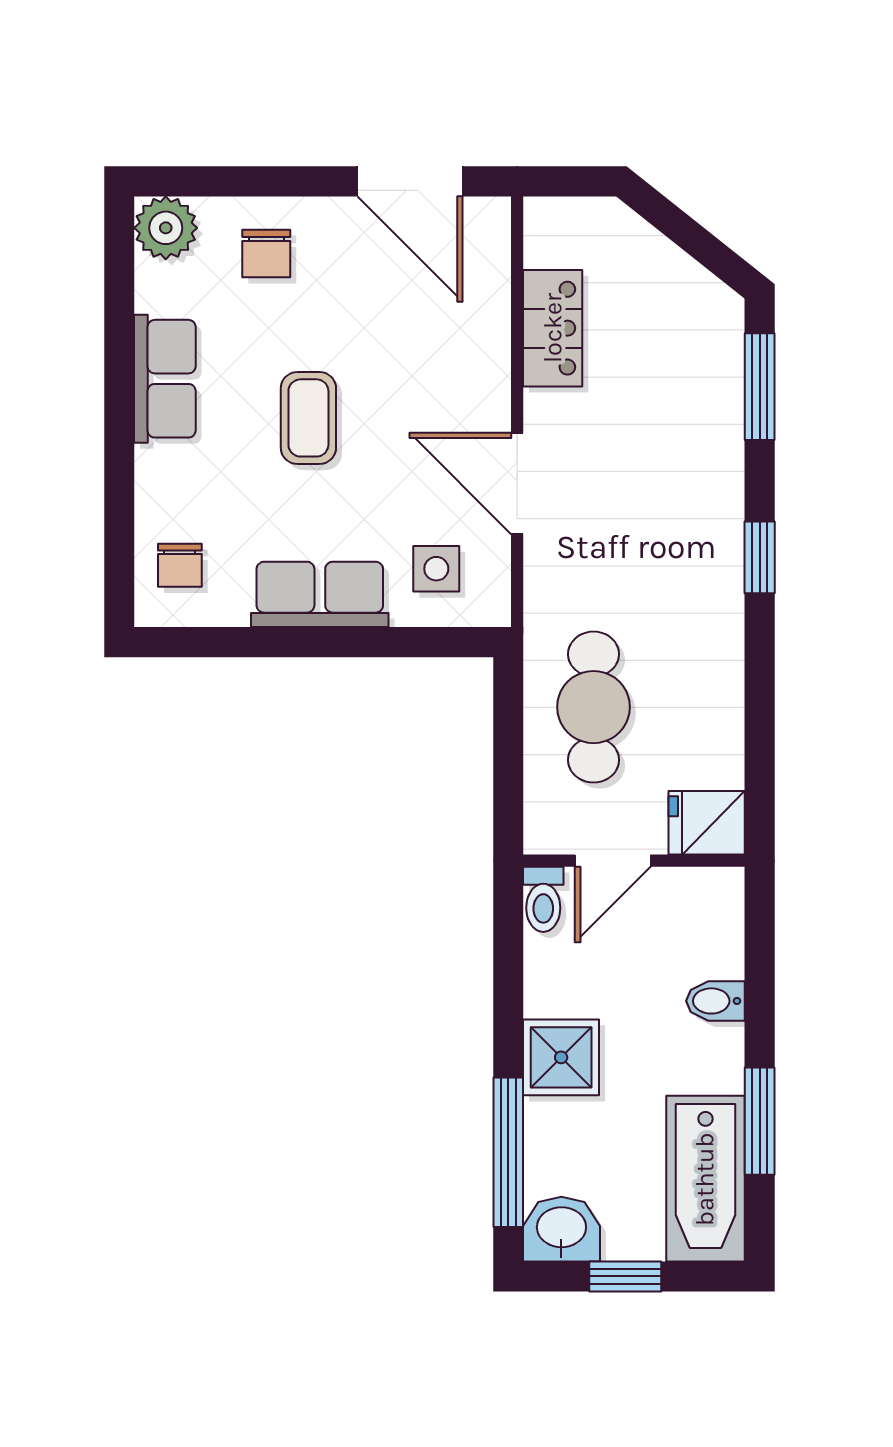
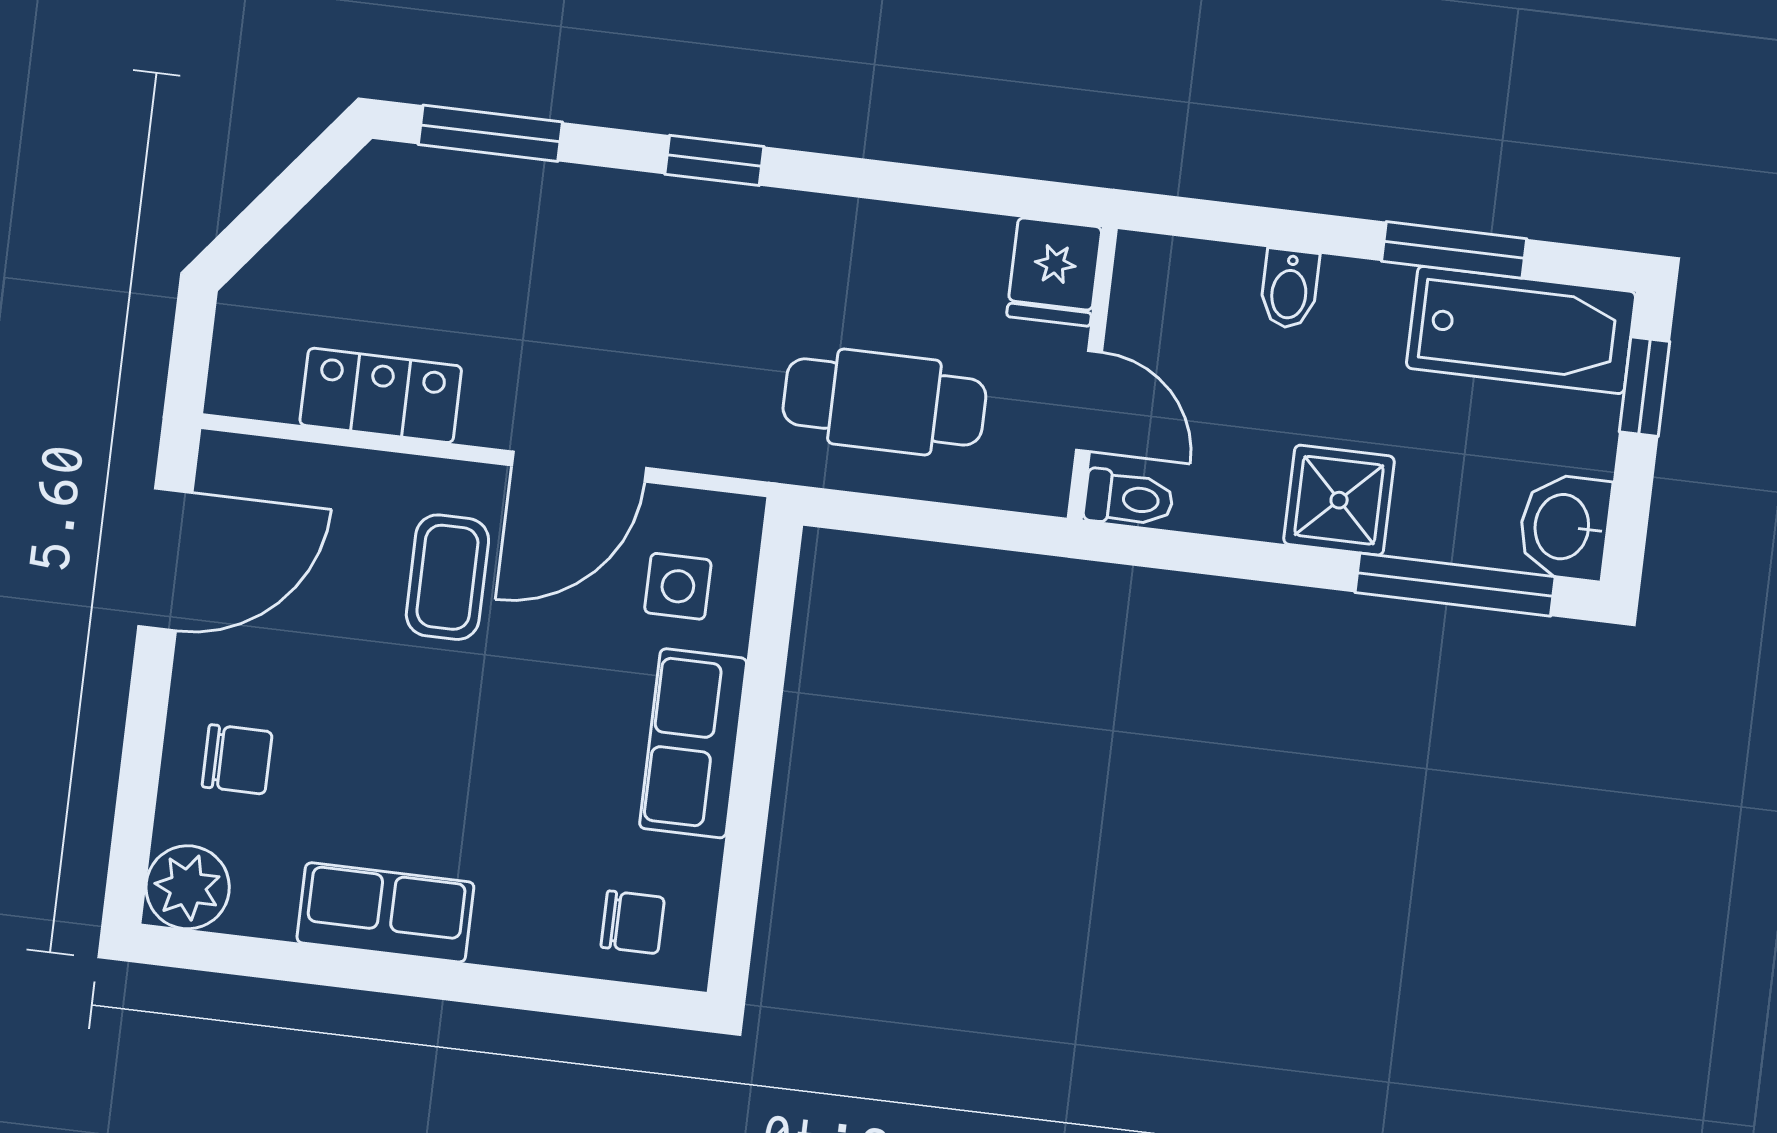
coffee table: (308, 418) -> (447, 577), moved, turned 90
window: (625, 1276) -> (1644, 387), moved

